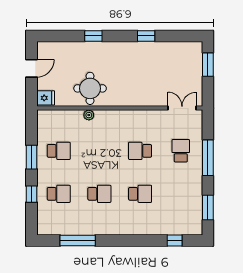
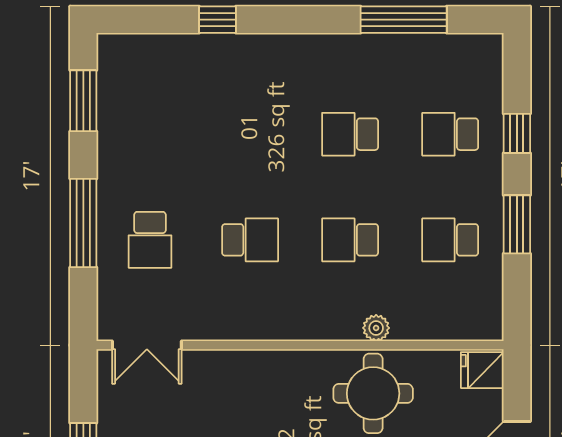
school desk: (140, 194) -> (350, 240), moved
window: (175, 240) -> (217, 20), moved

